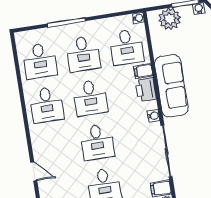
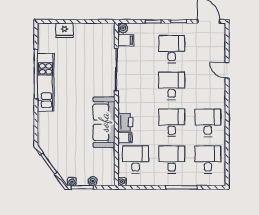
plant: (170, 19) -> (93, 181), width x0.53, depth x0.53
water cooler: (154, 116) -> (122, 100), removed

